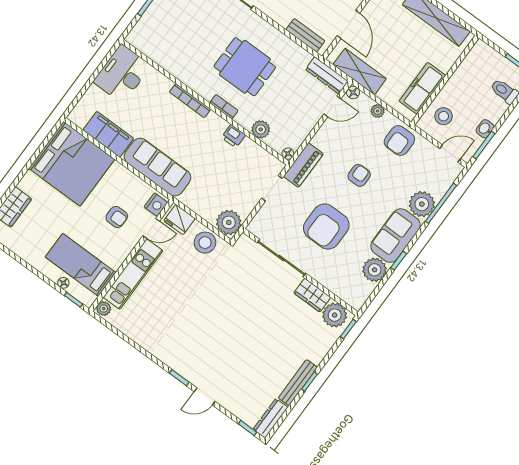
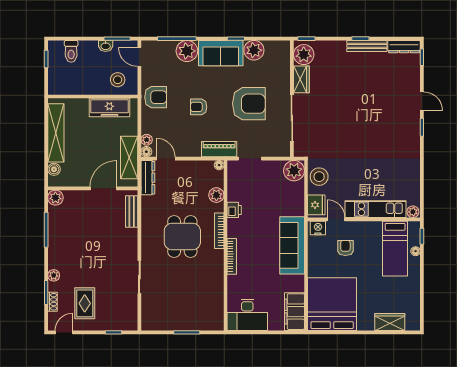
bookcase: (224, 107) -> (219, 231), width x1.56
plant: (378, 111) -> (147, 140), moved
filing cabinet: (108, 134) -> (294, 312), moved

